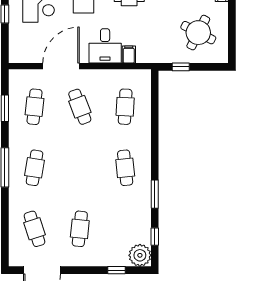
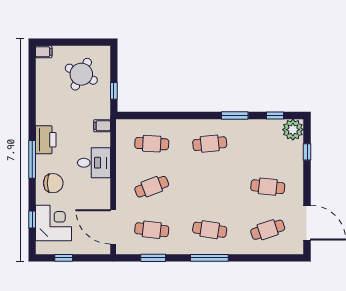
filing cabinet: (129, 54) -> (102, 126), moved
door: (61, 66) -> (113, 227), moved

